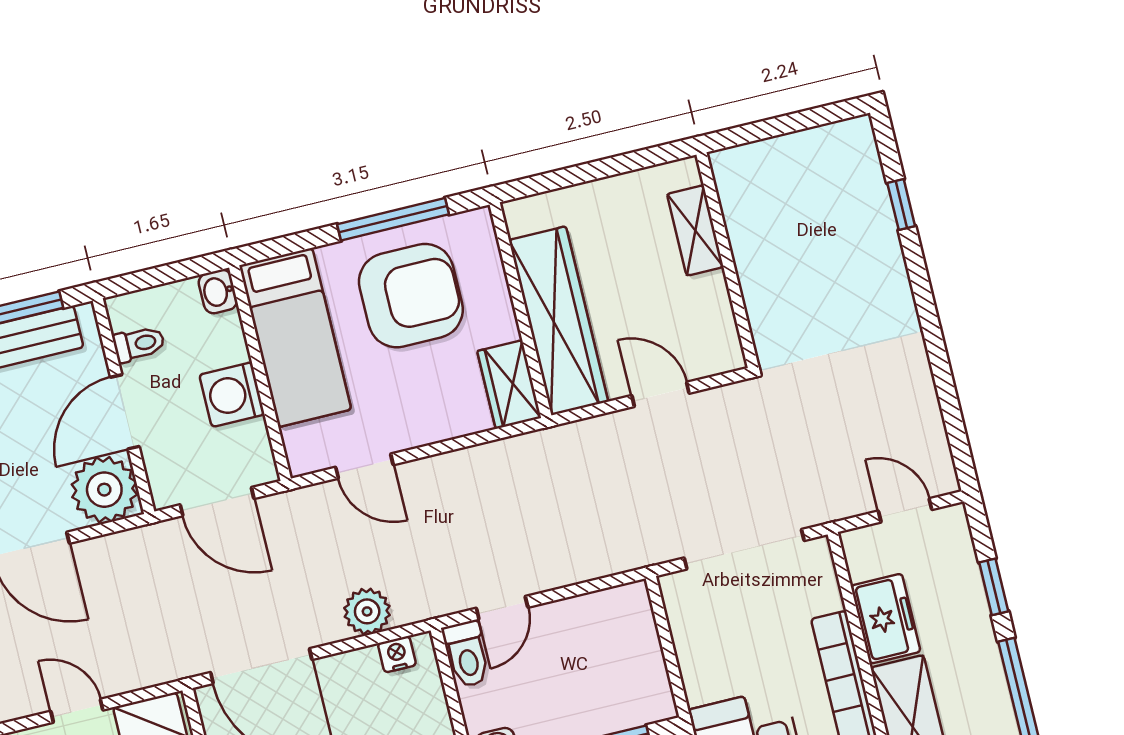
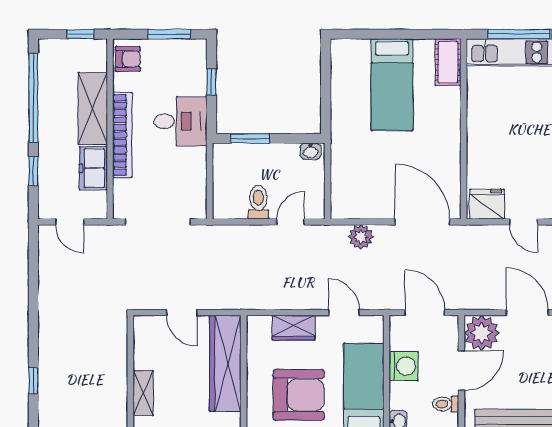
armchair: (411, 296) -> (299, 395), turned 180
wardrobe: (509, 384) -> (294, 328), moved, turned 90
nightstand: (397, 654) -> (351, 211), removed
toilet: (467, 654) -> (258, 202), moved

